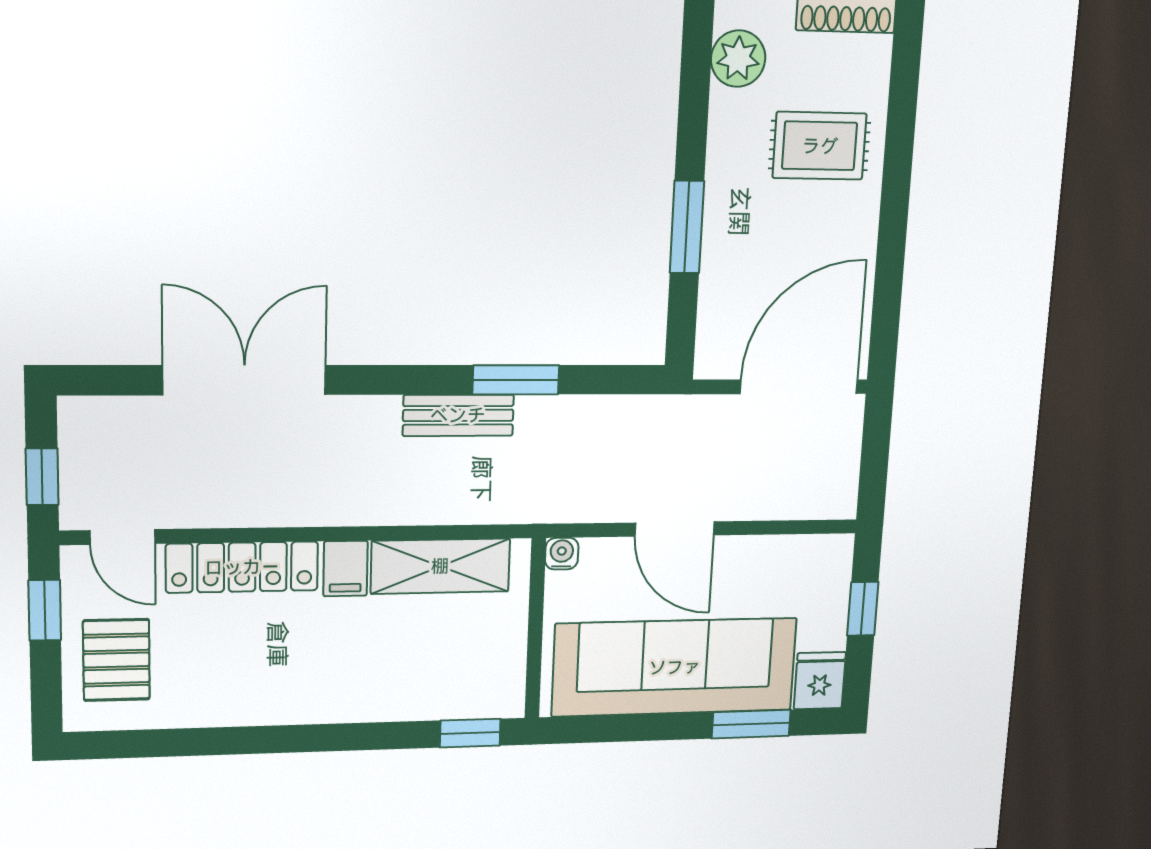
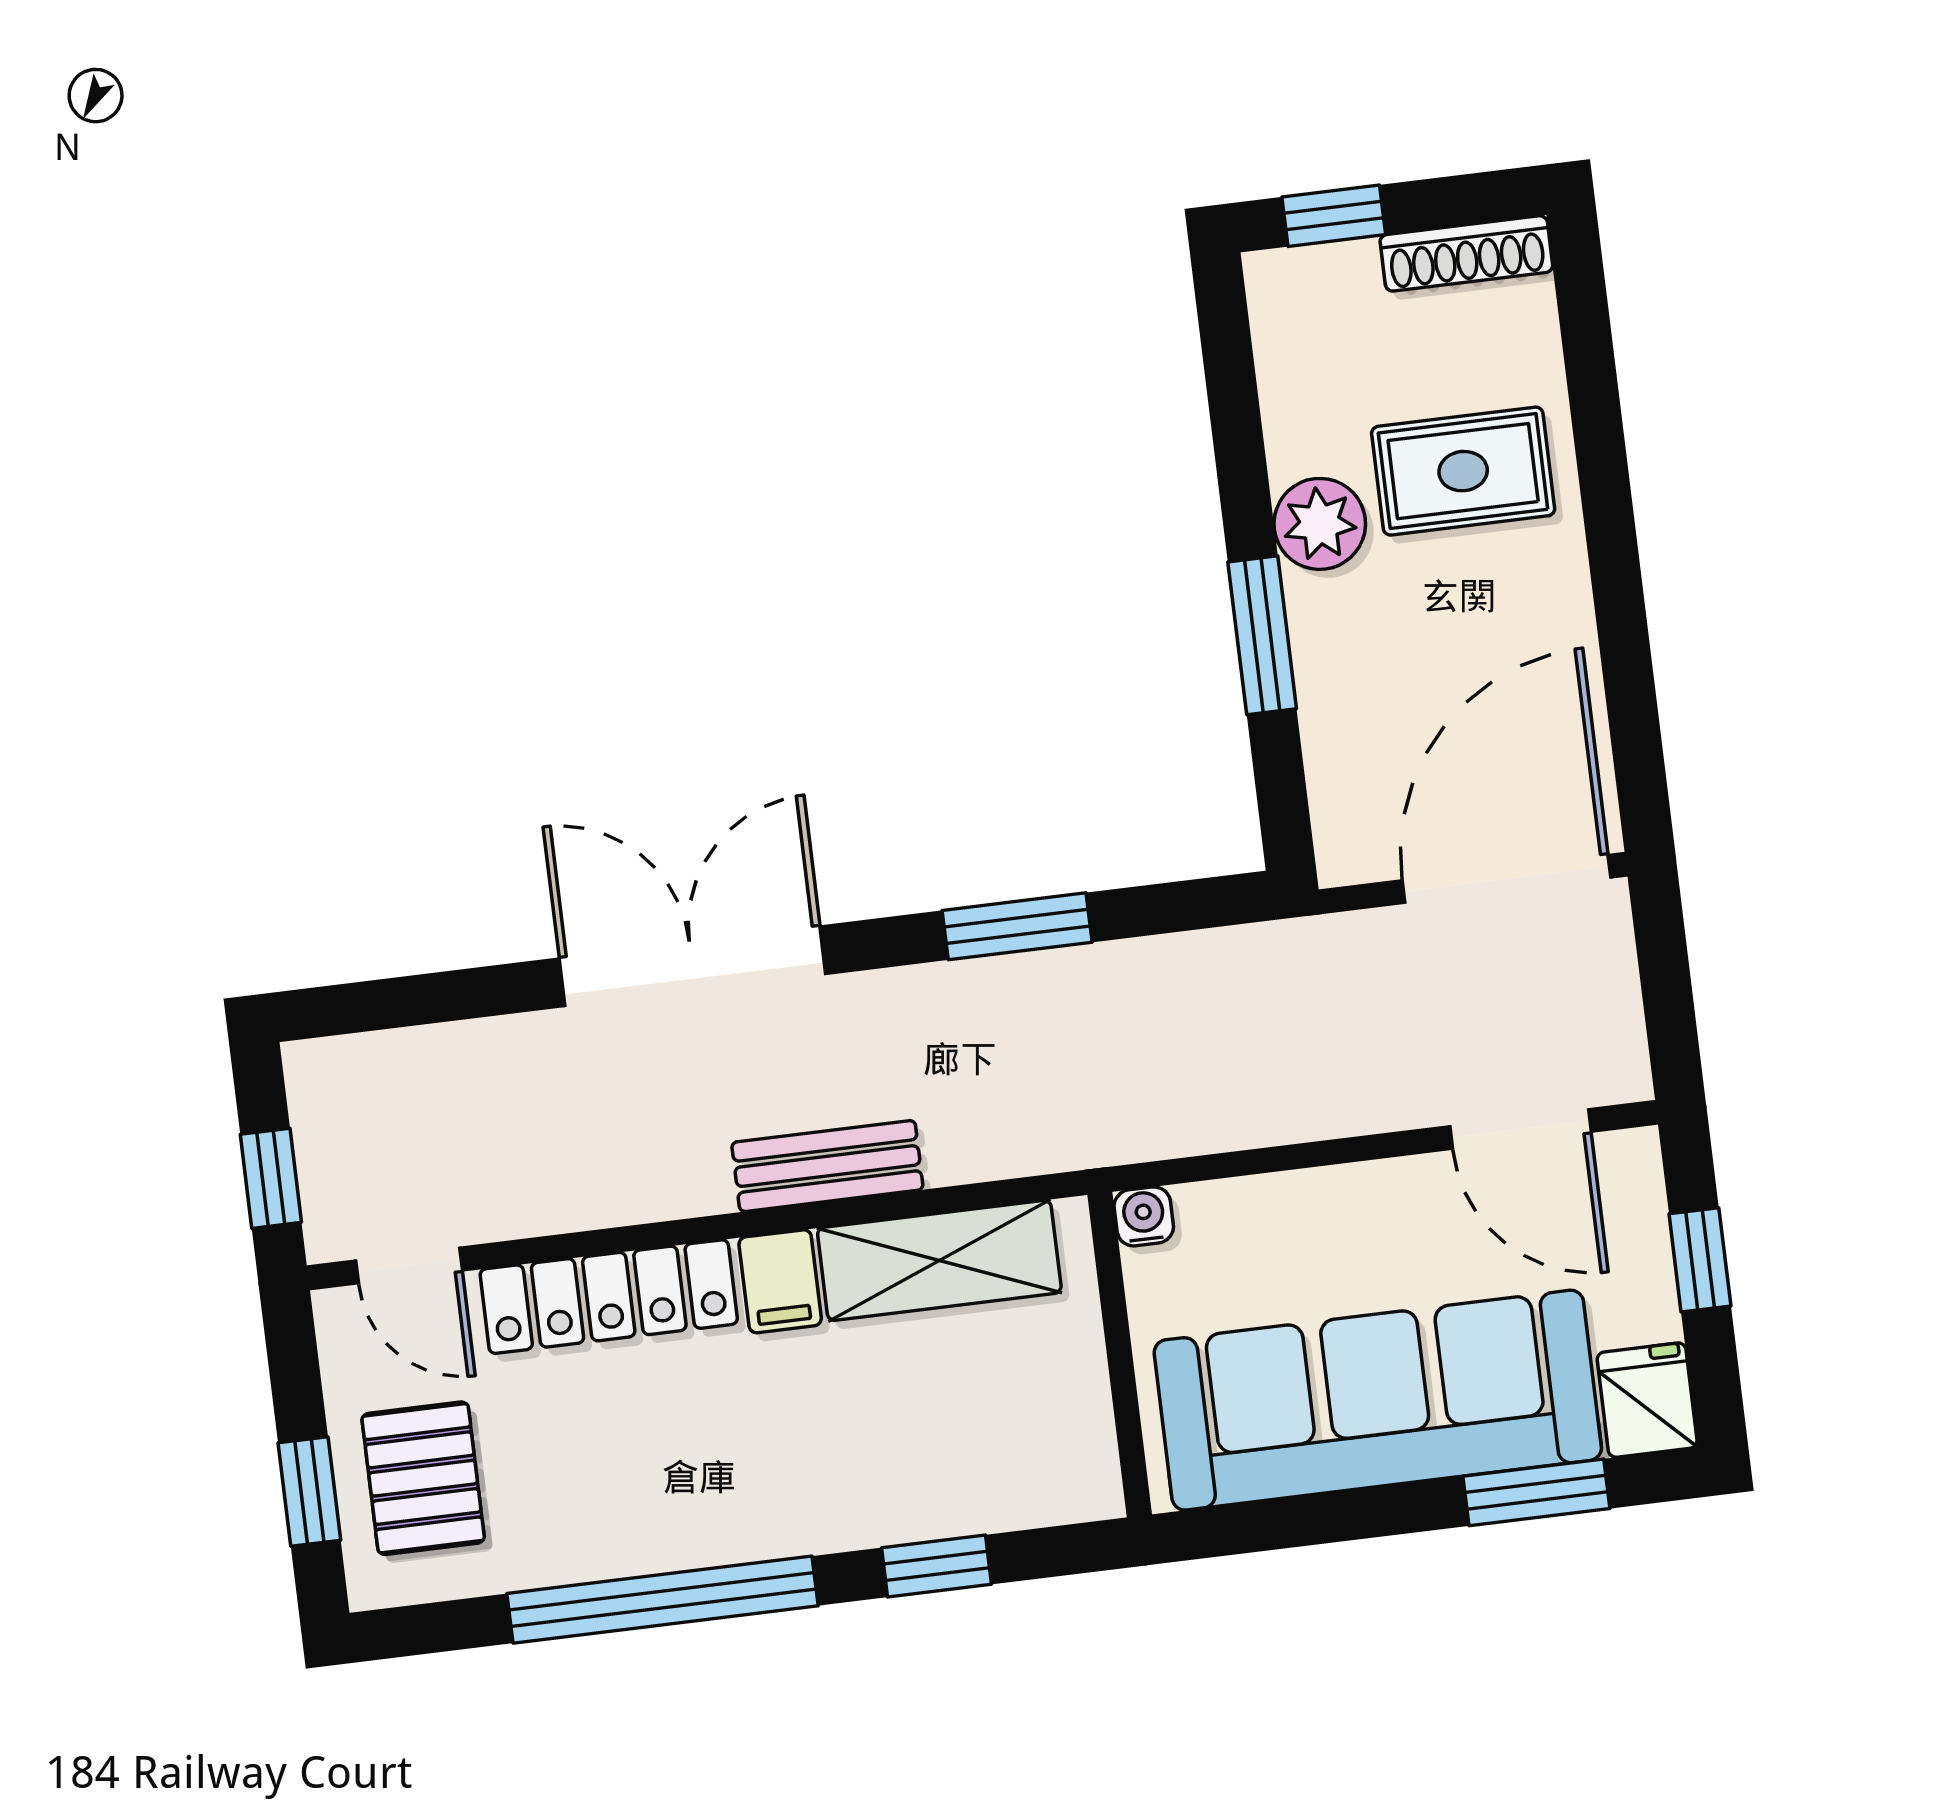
plant: (738, 59) -> (1320, 524), moved
double door: (245, 380) -> (692, 966), moved
bench: (458, 415) -> (827, 1166), moved
door: (675, 529) -> (1521, 1129), moved
window: (45, 610) -> (309, 1491), moved
window: (470, 733) -> (937, 1566), moved
window: (251, 740) -> (663, 1600), added

